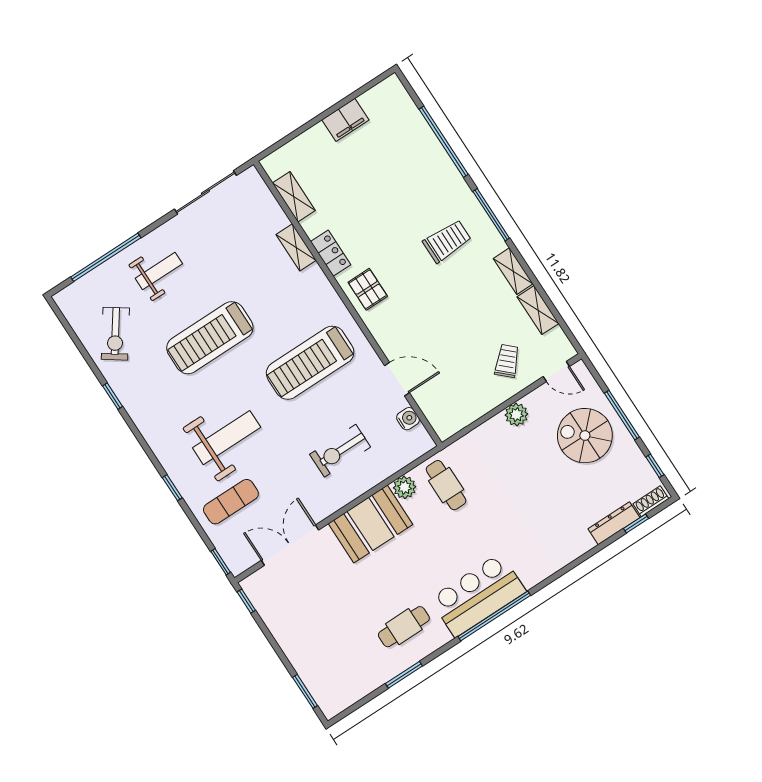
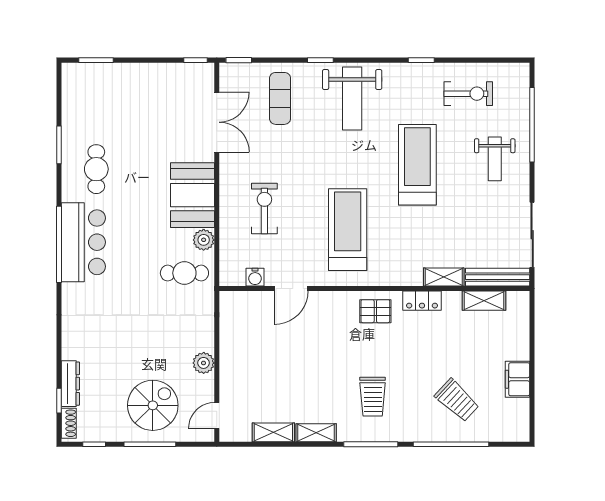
bench: (264, 198) -> (498, 277), added
exercise bike: (115, 334) -> (468, 94), turned 145
trolley: (507, 361) -> (457, 400), moved, width x1.36, depth x1.39
weight bench: (227, 438) -> (352, 98), moved

